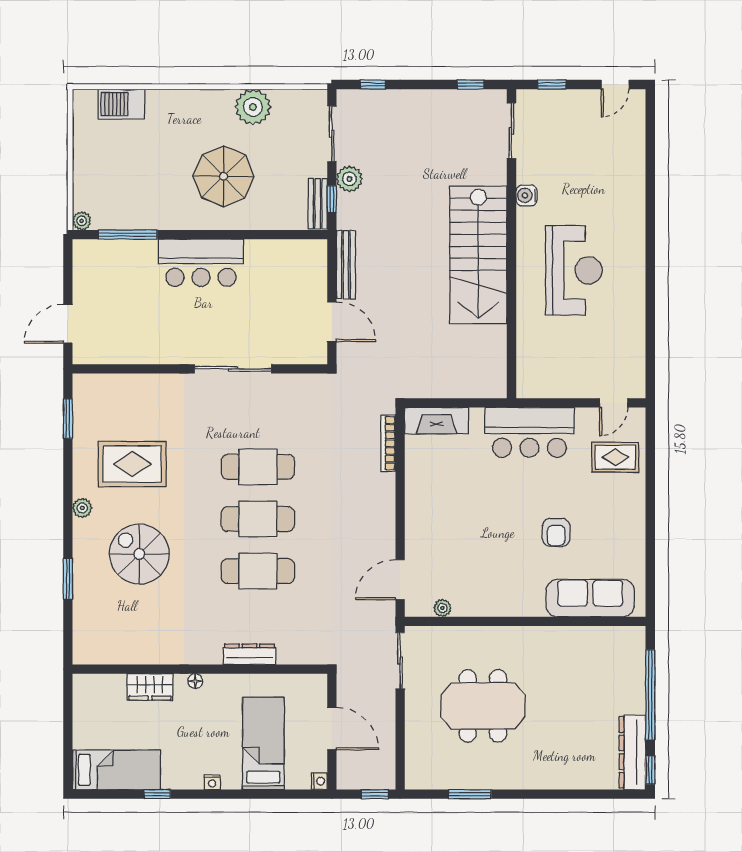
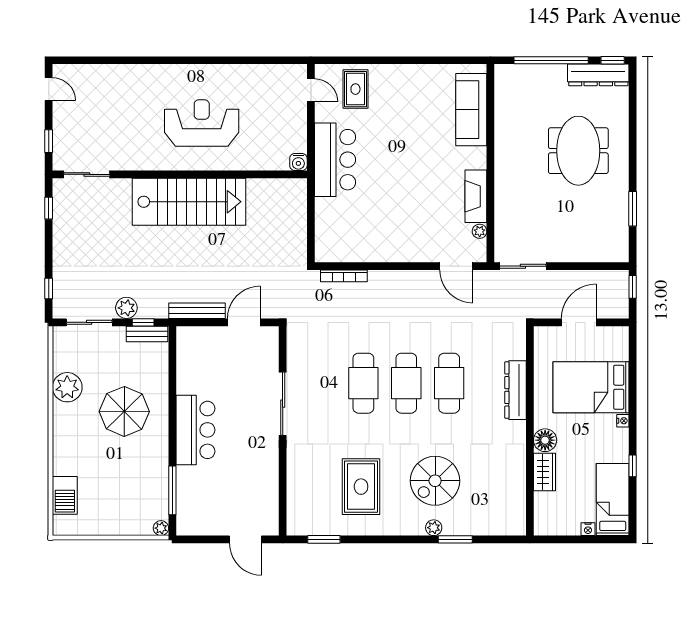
water cooler: (527, 195) -> (298, 162), moved
fireplace: (437, 421) -> (476, 196), moved, turned 180
plant: (82, 508) -> (434, 528), moved
armchair: (556, 532) -> (417, 138), removed
dresser: (249, 654) -> (516, 390), width x1.37, depth x1.24
floor lamp: (195, 681) -> (545, 440), width x1.89, depth x1.89
meeting table: (483, 706) -> (578, 151), moved
bed: (263, 744) -> (591, 387), width x1.50
nightstand: (319, 781) -> (588, 529), moved, turned 180

